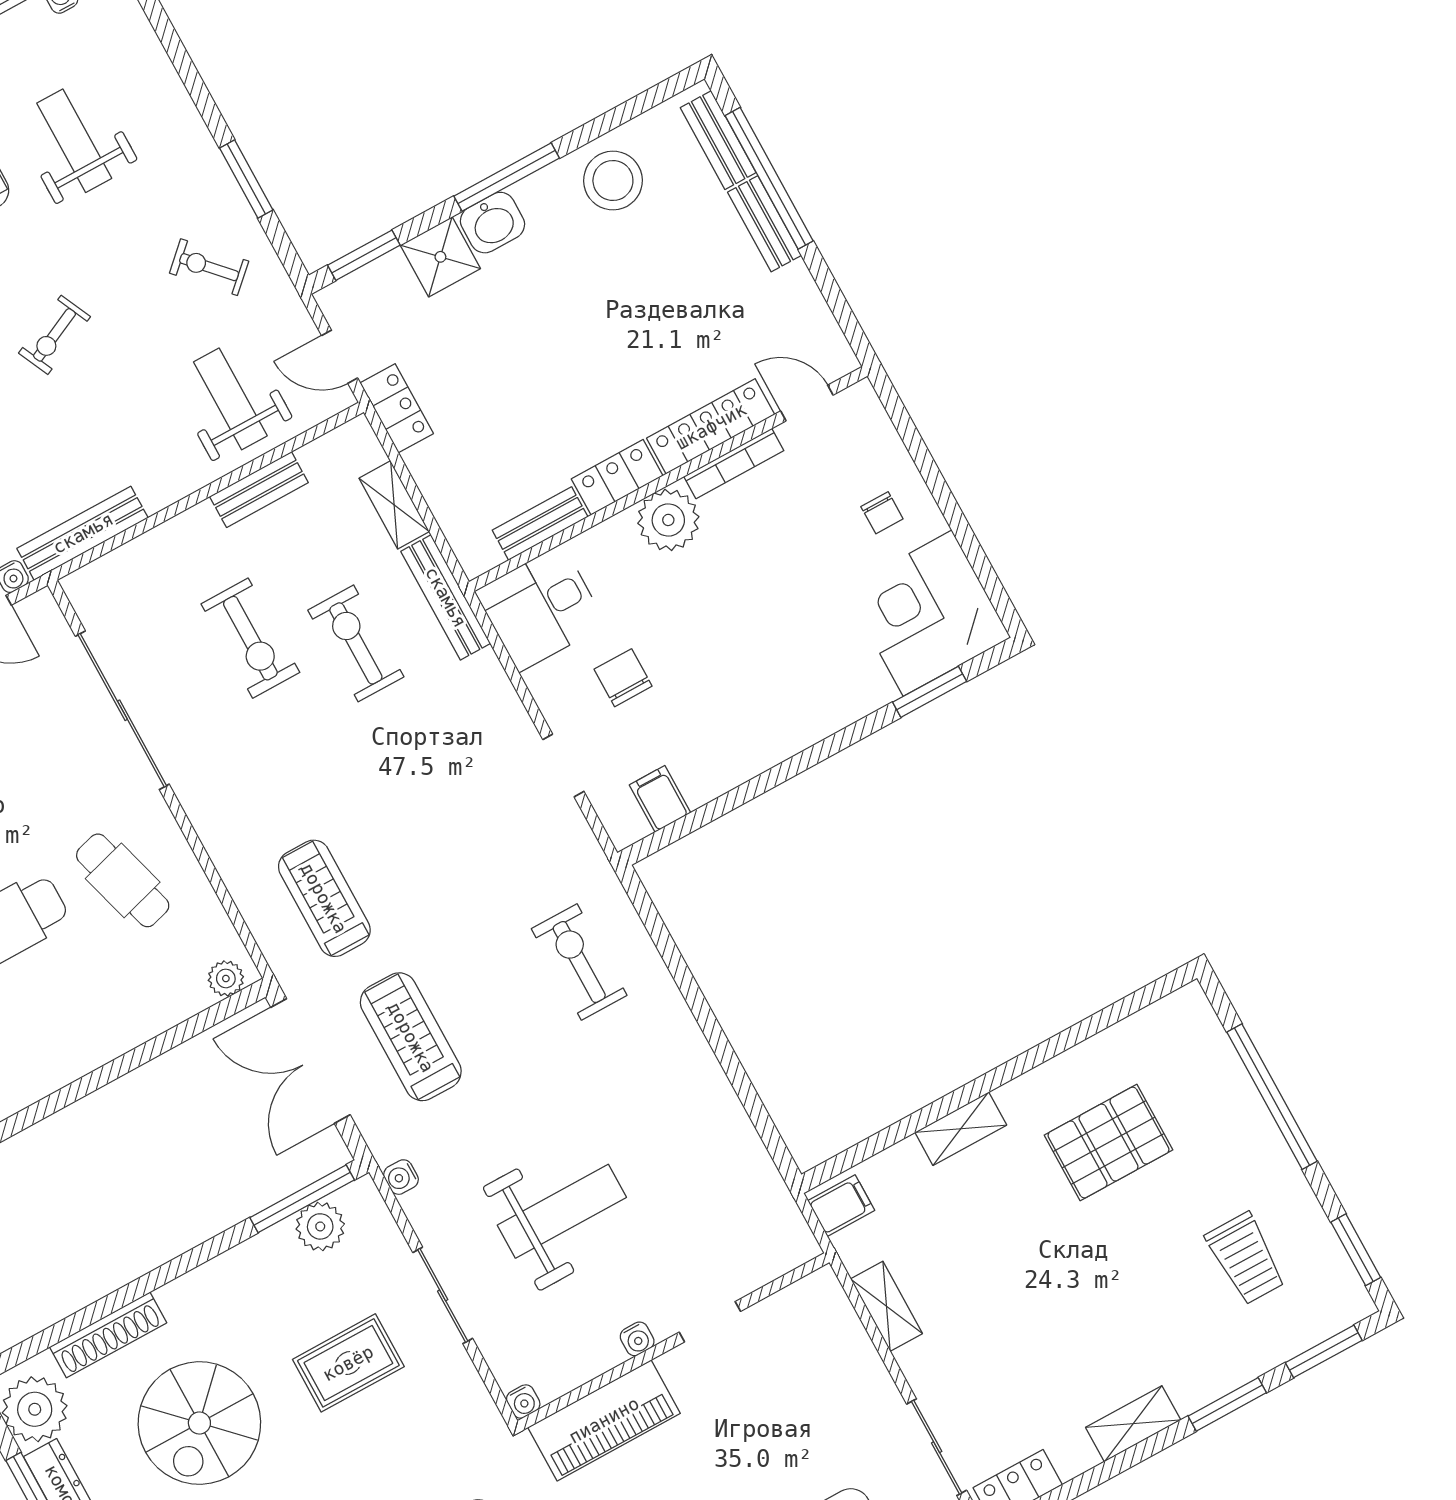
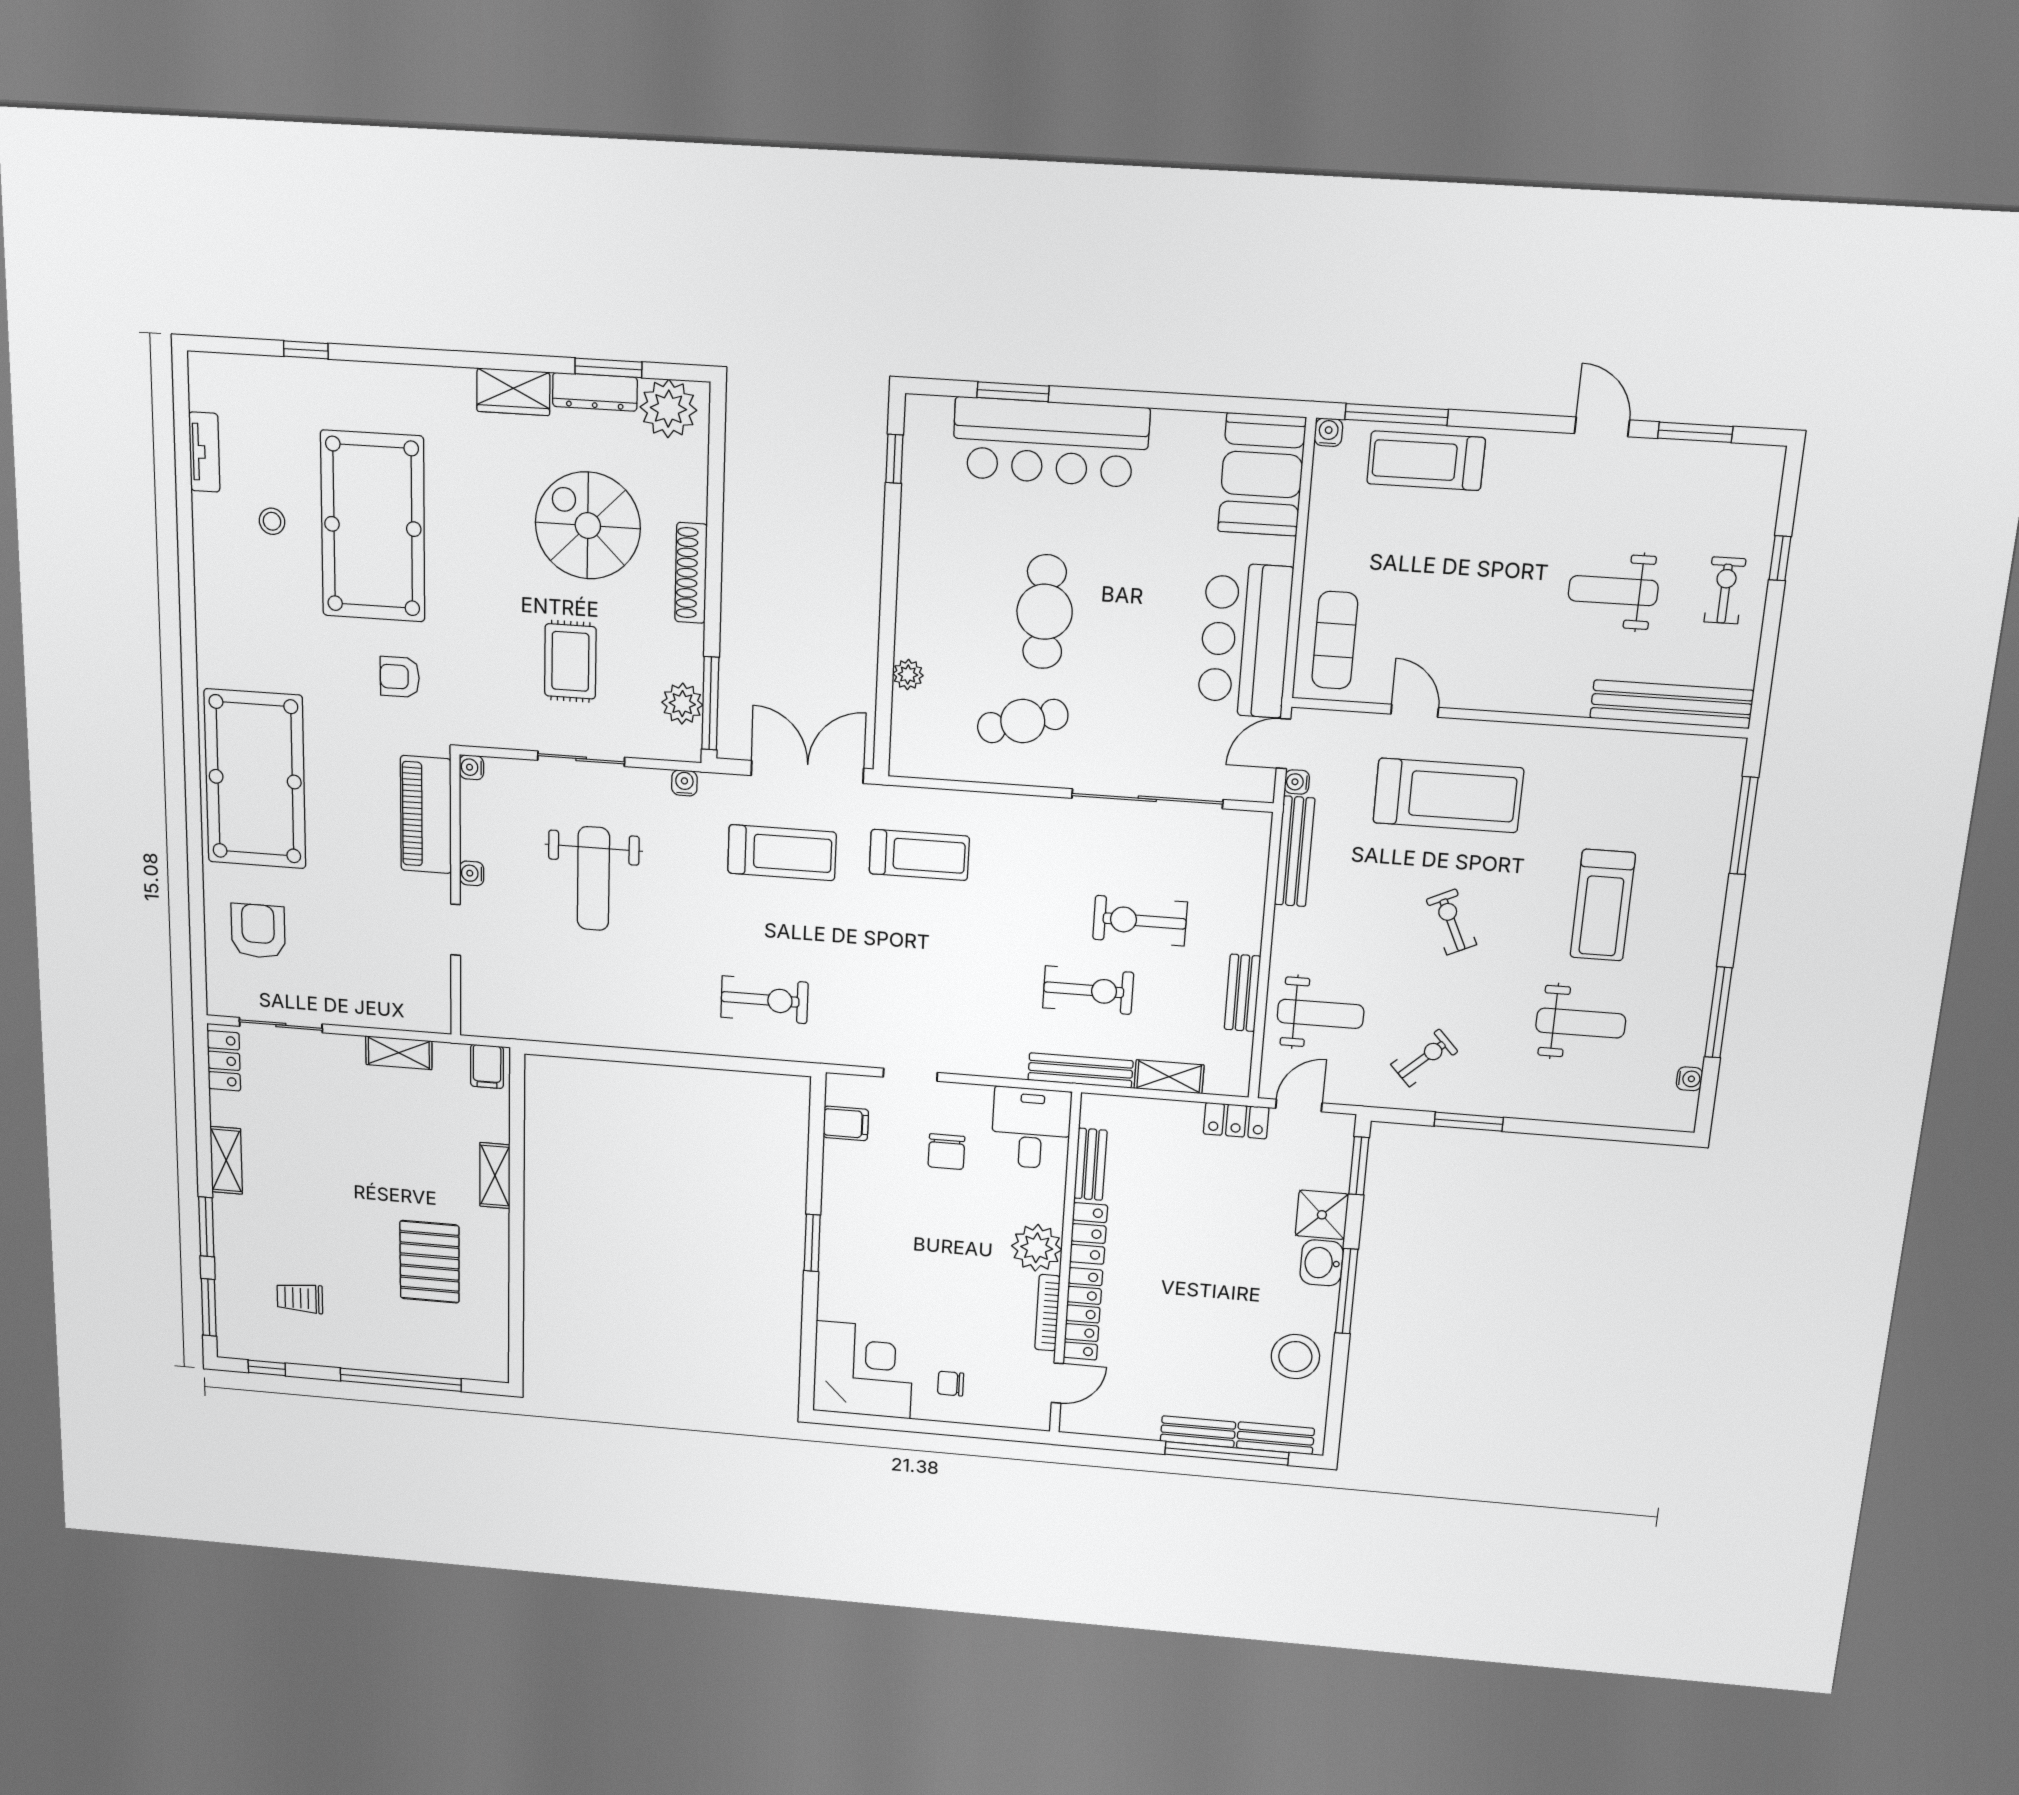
chair: (623, 678) -> (946, 1152), turned 90
window: (930, 692) -> (812, 1243), moved
plant: (226, 978) -> (908, 675), moved
window: (1356, 1250) -> (267, 1368), width x0.67
trolley: (1246, 1259) -> (300, 1298), width x0.73, depth x0.72
shoe rack: (108, 1335) -> (691, 573), moved

